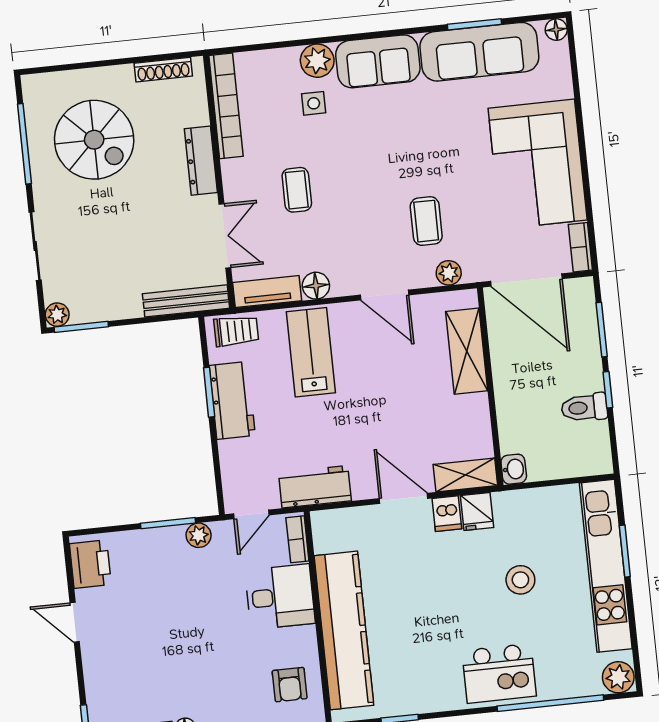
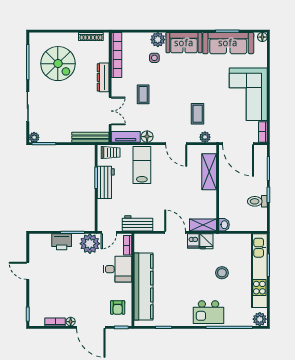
plant: (199, 535) -> (90, 244), width x1.88, depth x1.88
printer: (90, 564) -> (62, 242), moved, turned 90

